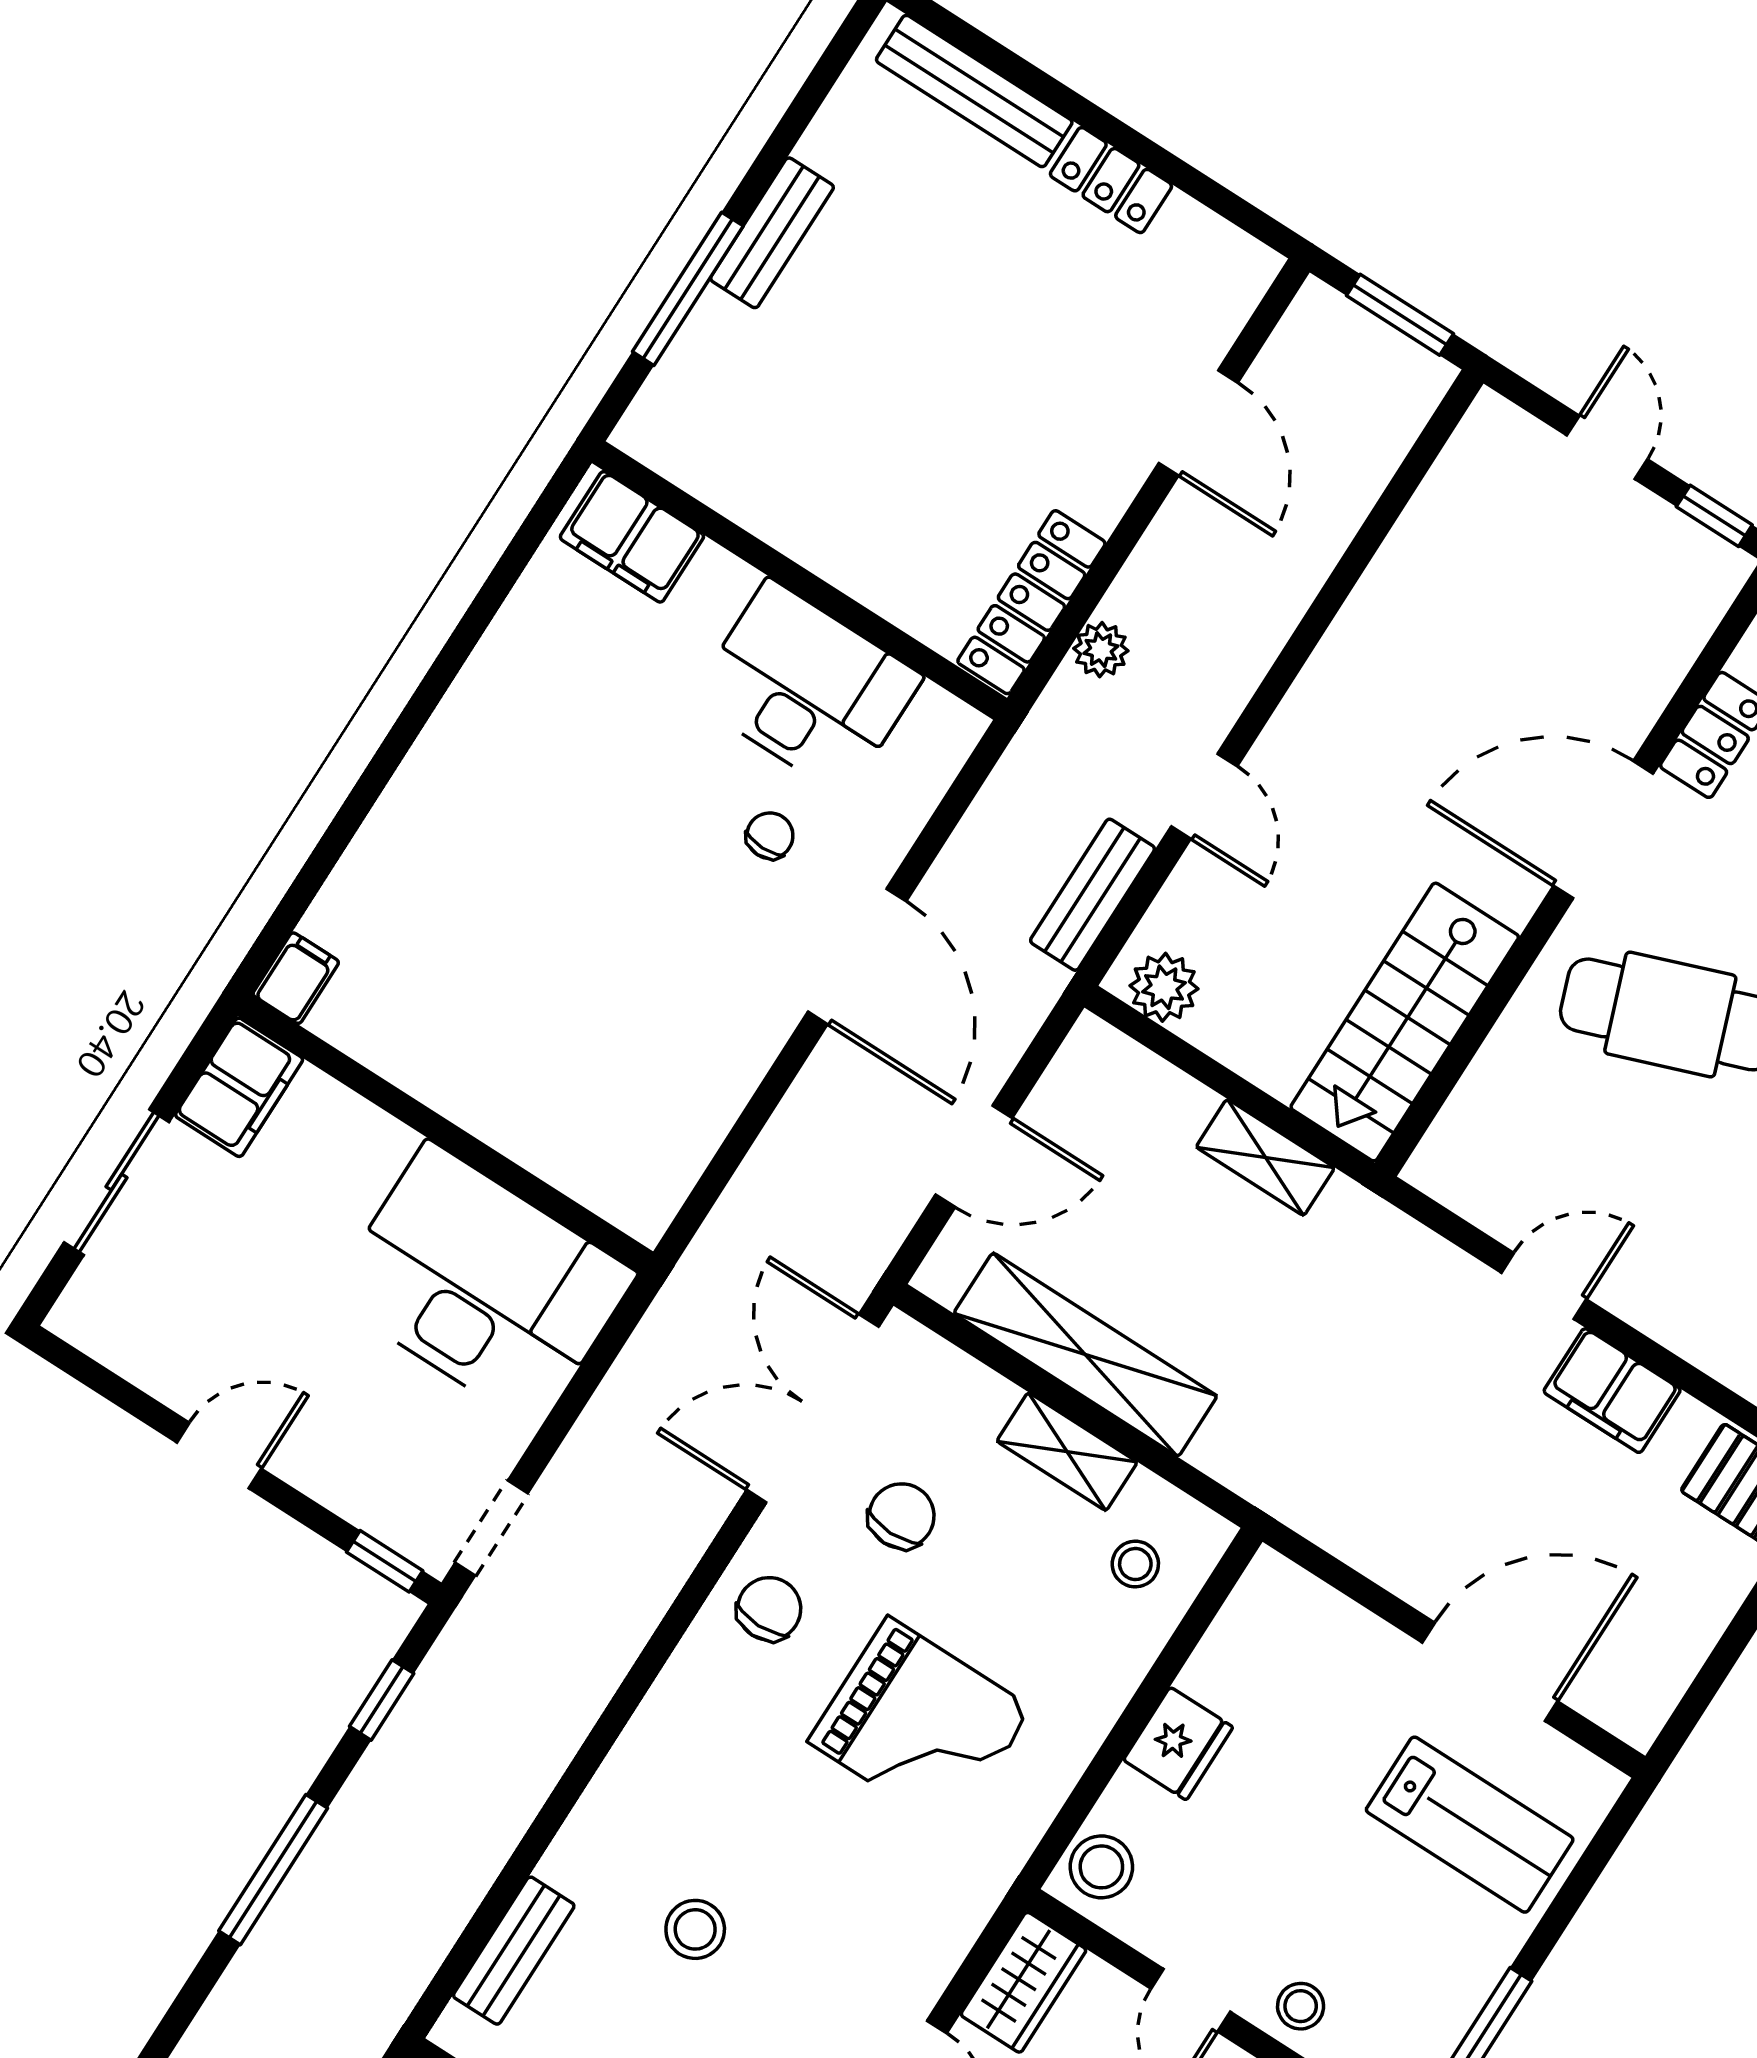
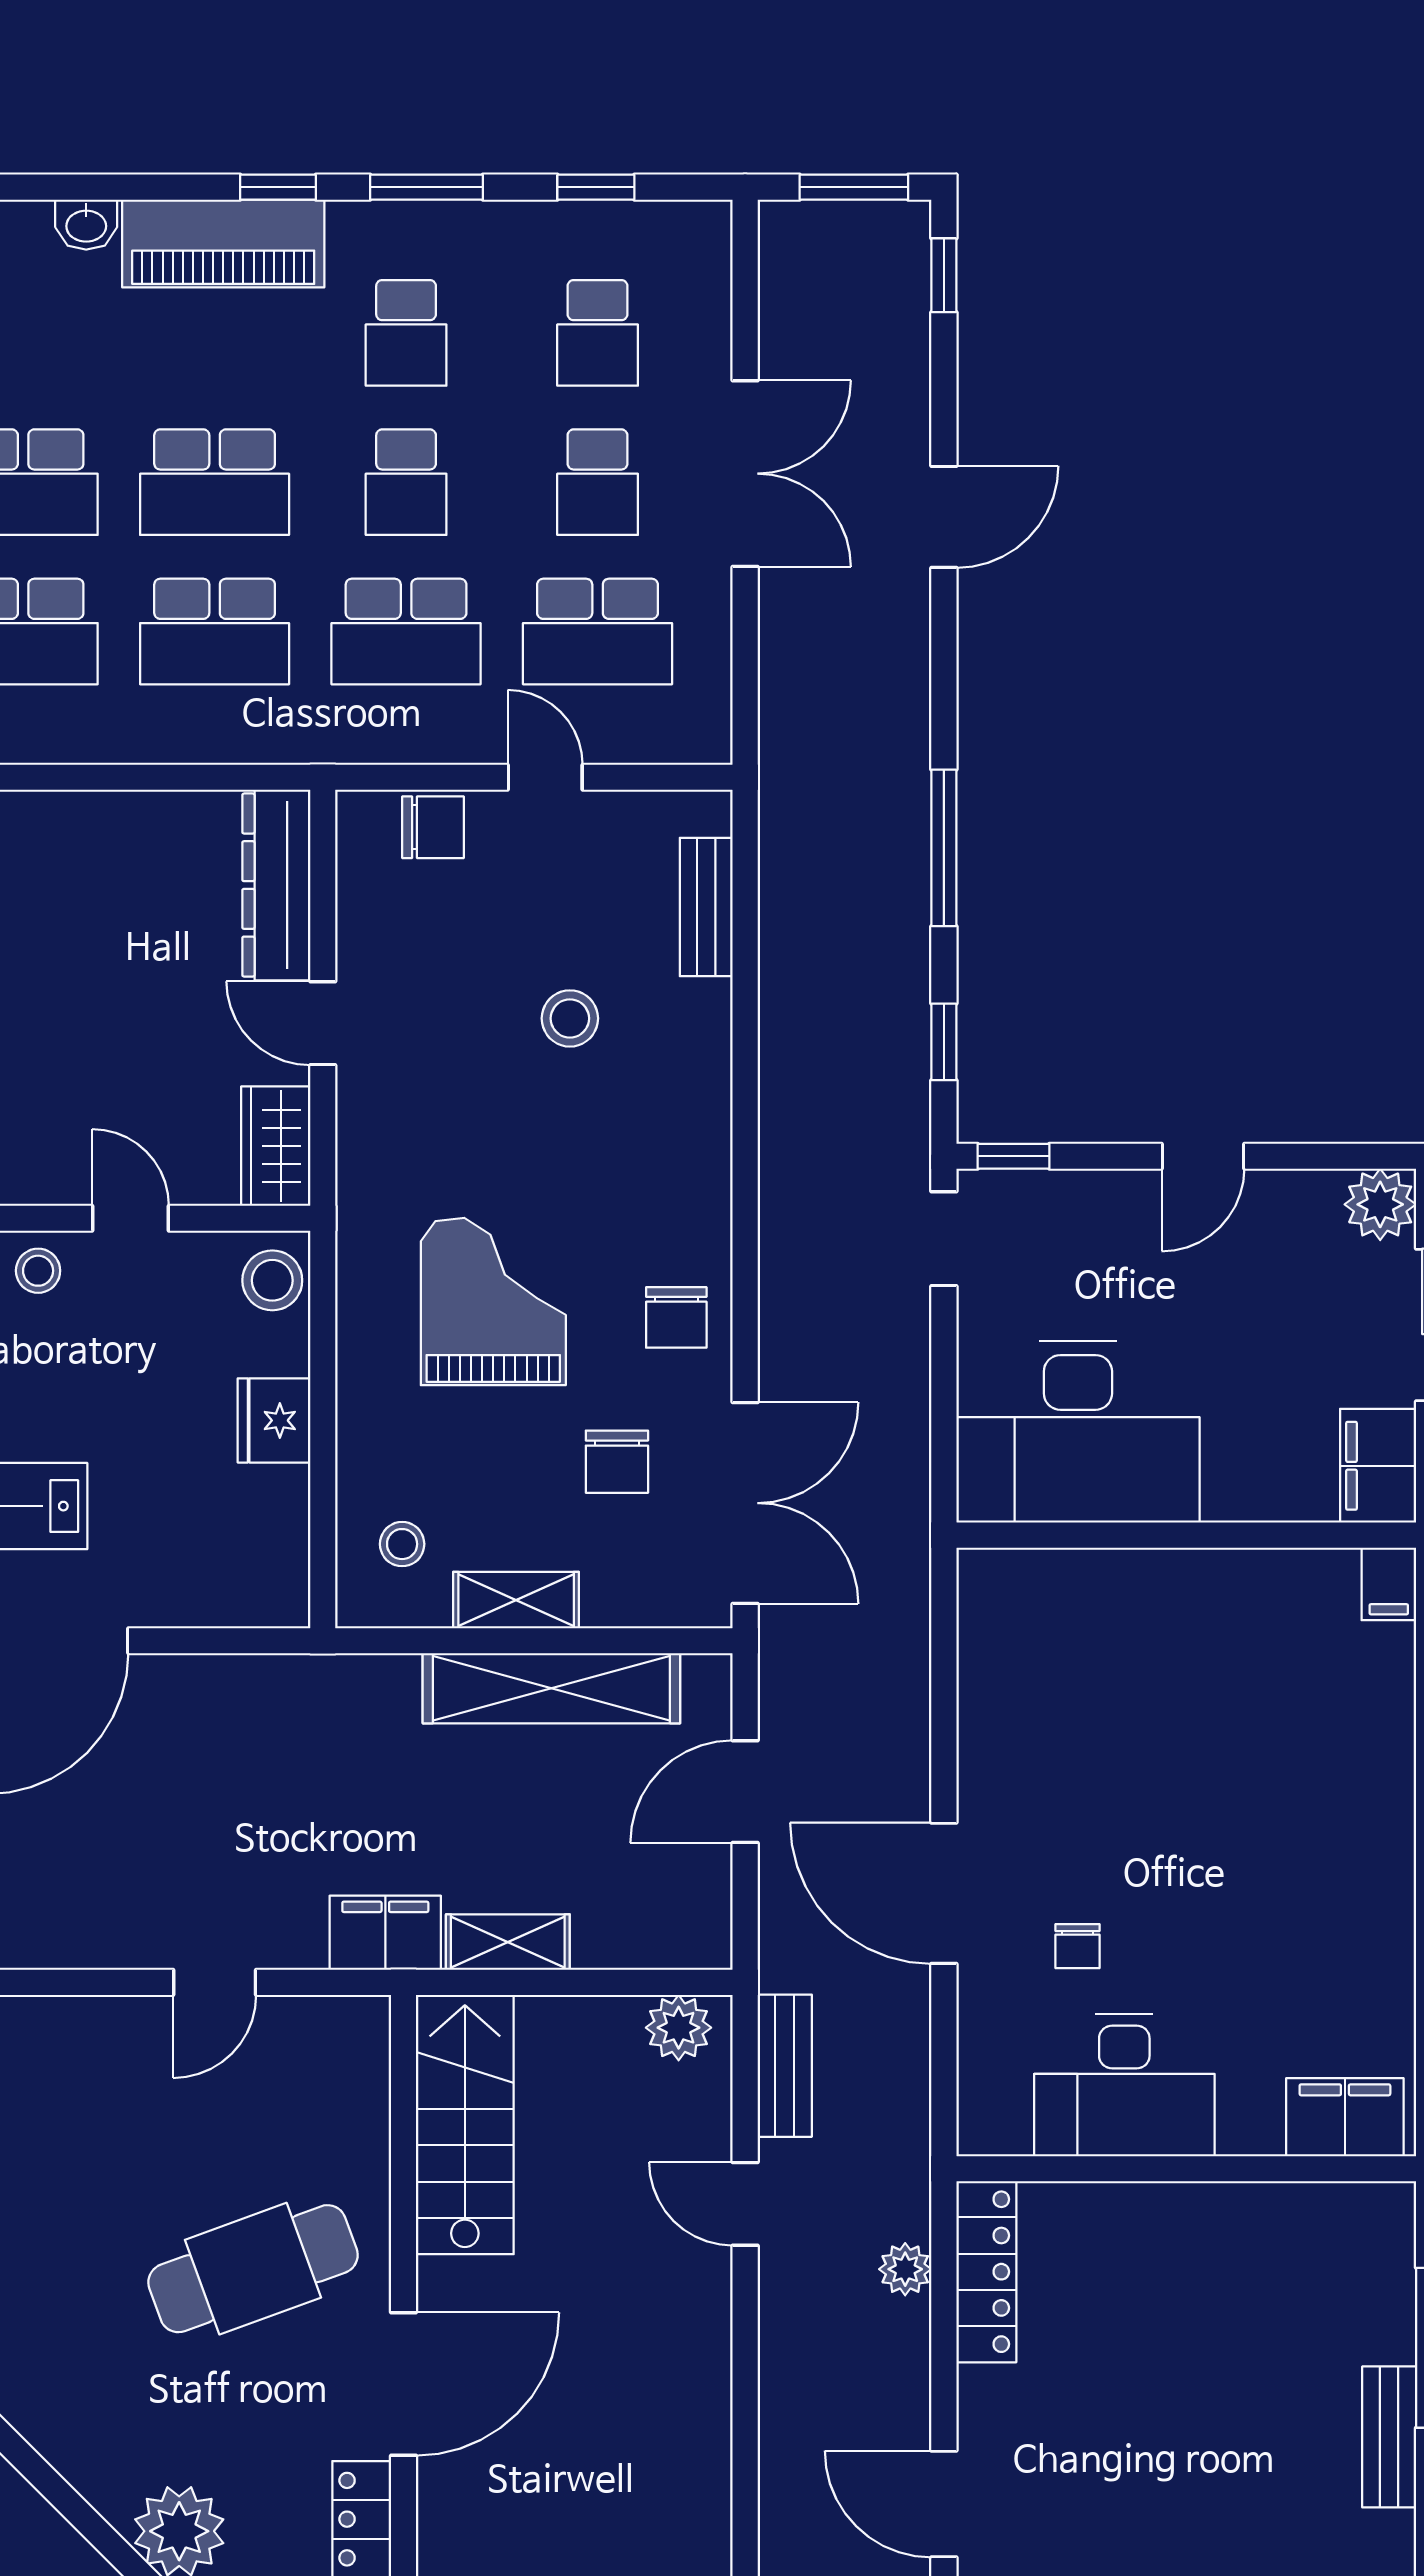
plant: (91, 1314) -> (1380, 1204), added
filing cabinet: (1612, 1391) -> (385, 1933), moved
grand piano: (920, 1725) -> (493, 1302), turned 90

